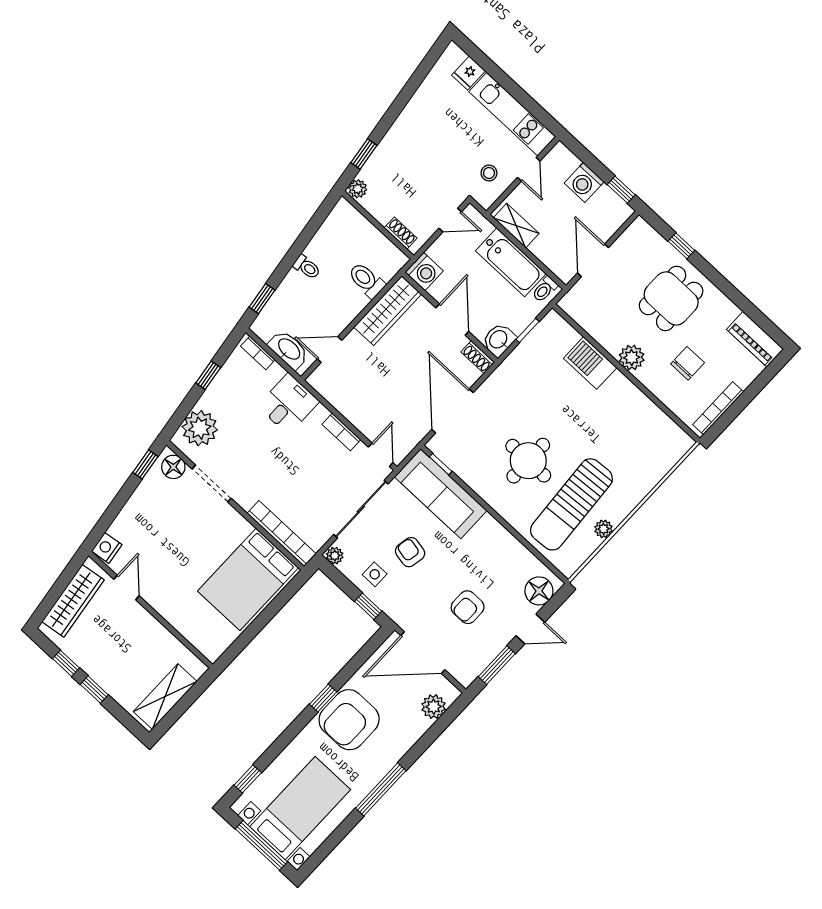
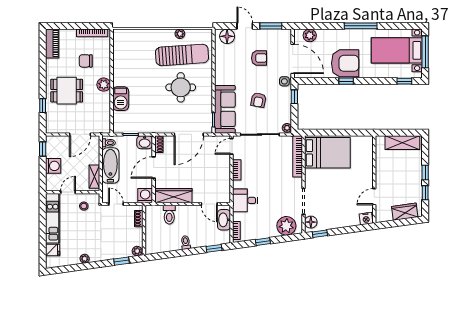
plant: (415, 106) -> (85, 259), added
side table: (375, 574) -> (284, 81), moved
wardrobe: (73, 601) -> (405, 212), width x0.67

